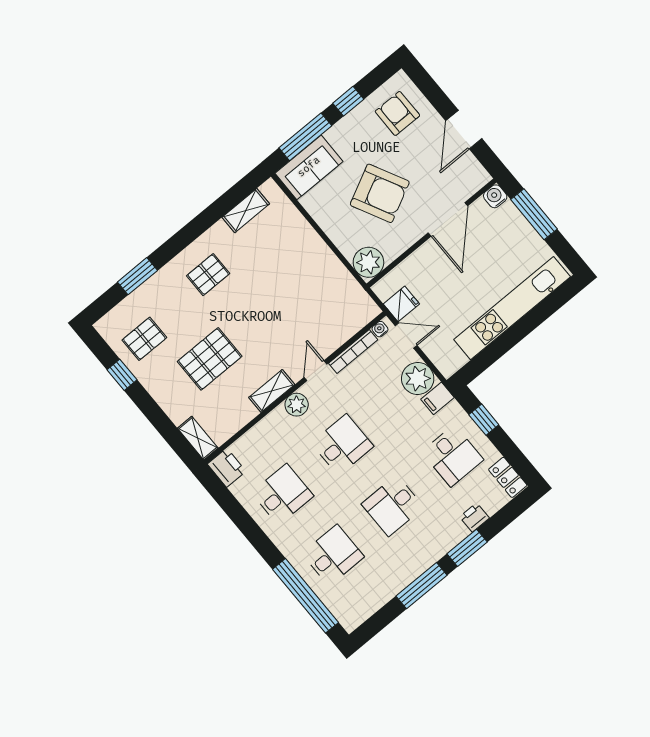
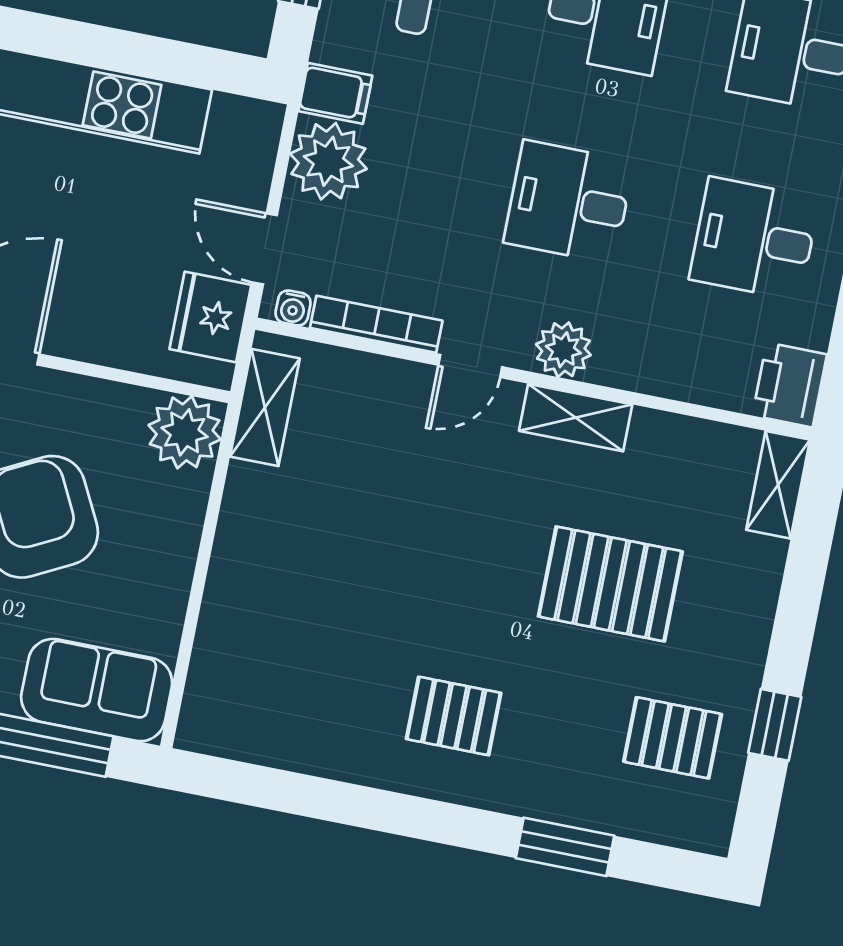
shelving: (246, 211) -> (265, 408), moved, turned 90
fridge: (401, 304) -> (210, 317), width x1.38

